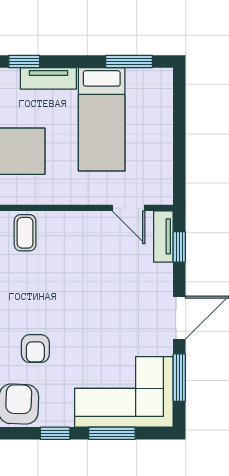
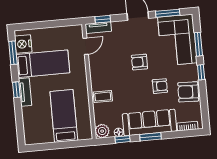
window: (24, 61) -> (16, 90), moved
nightstand: (145, 83) -> (23, 44), added
armchair: (87, 312) -> (139, 62), added

